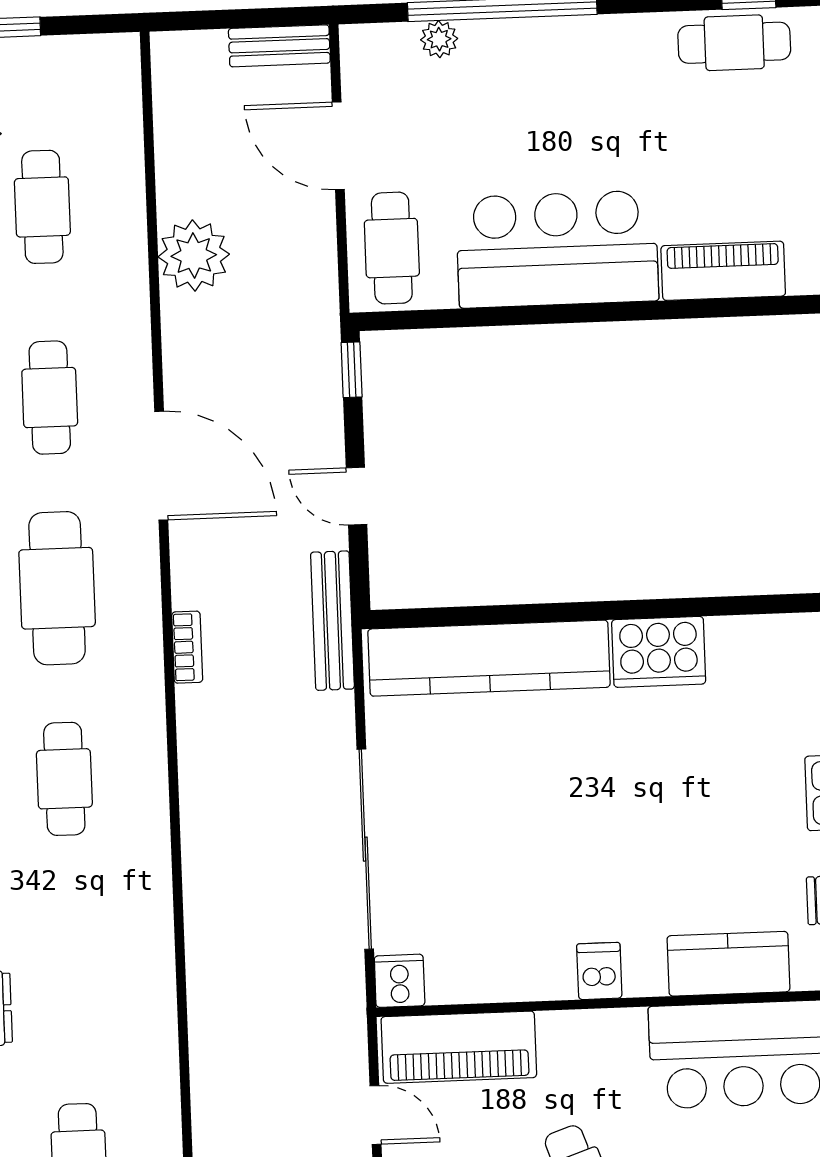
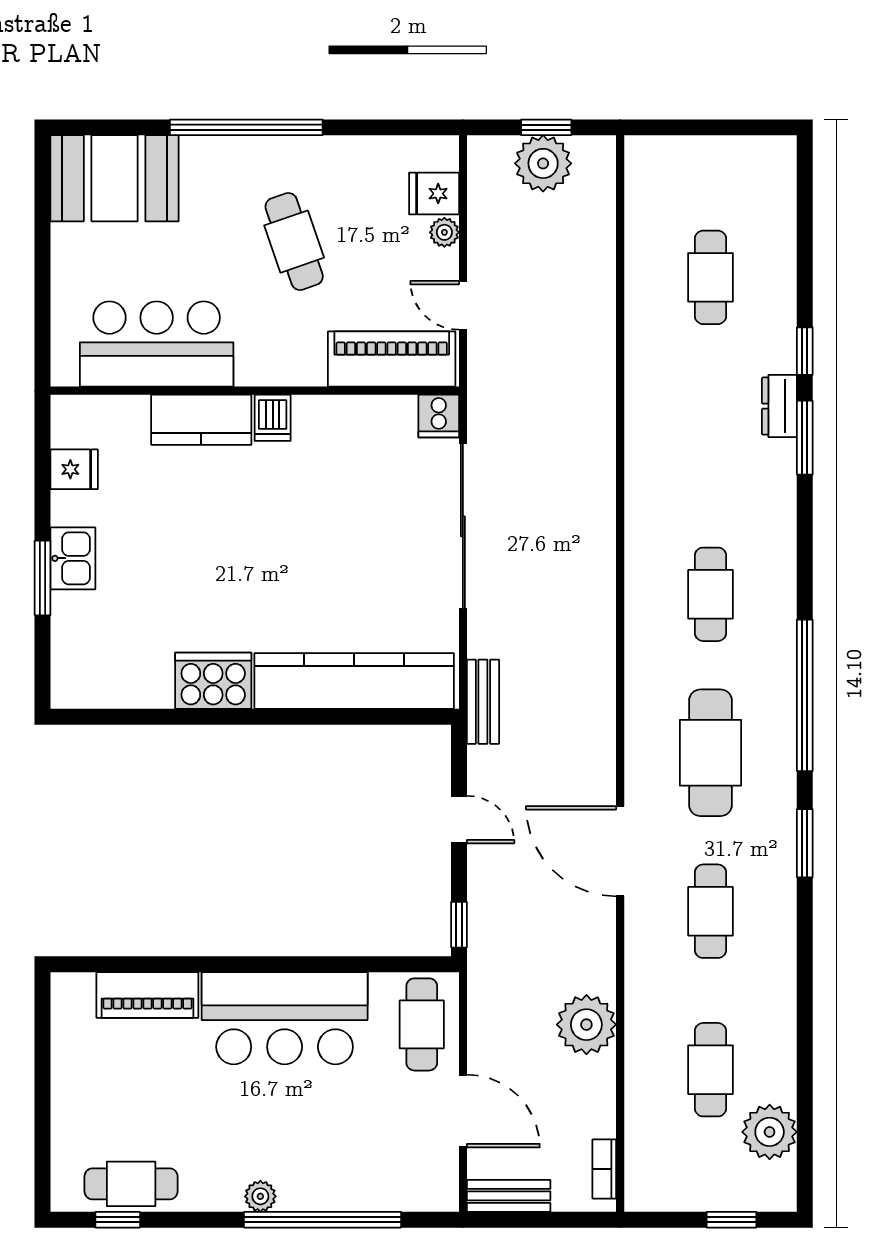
plant: (439, 39) -> (260, 1196), moved
bench: (332, 621) -> (483, 702), width x0.73
bookcase: (187, 647) -> (604, 1169), moved
kitchen counter: (728, 964) -> (201, 420), moved

